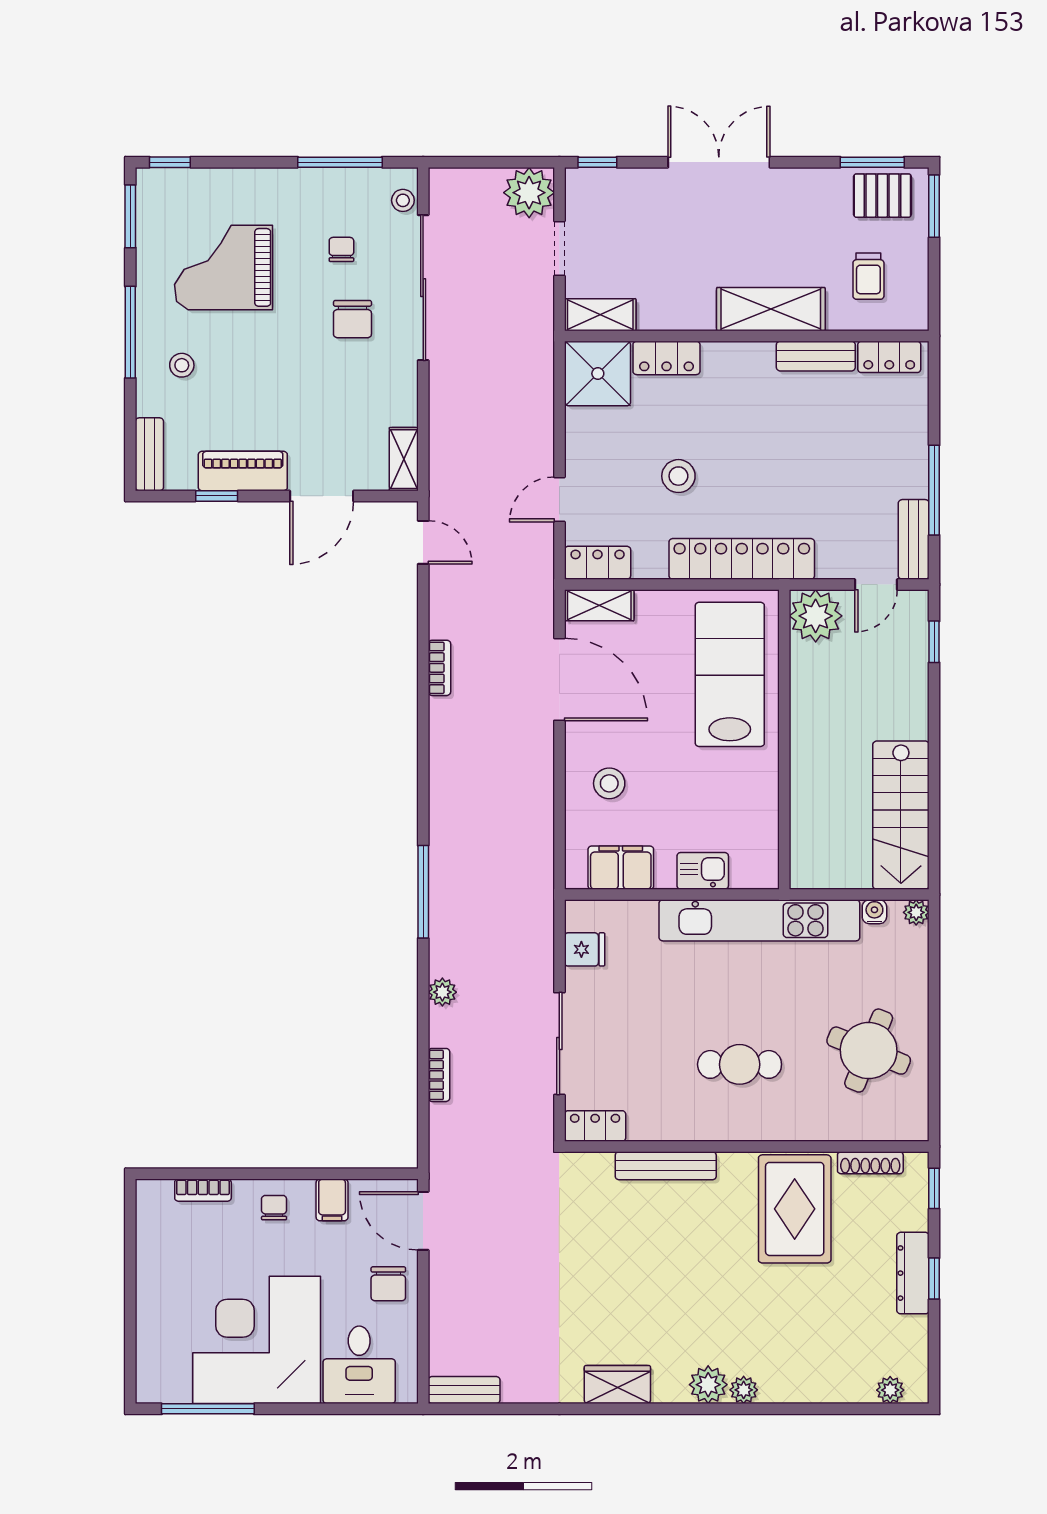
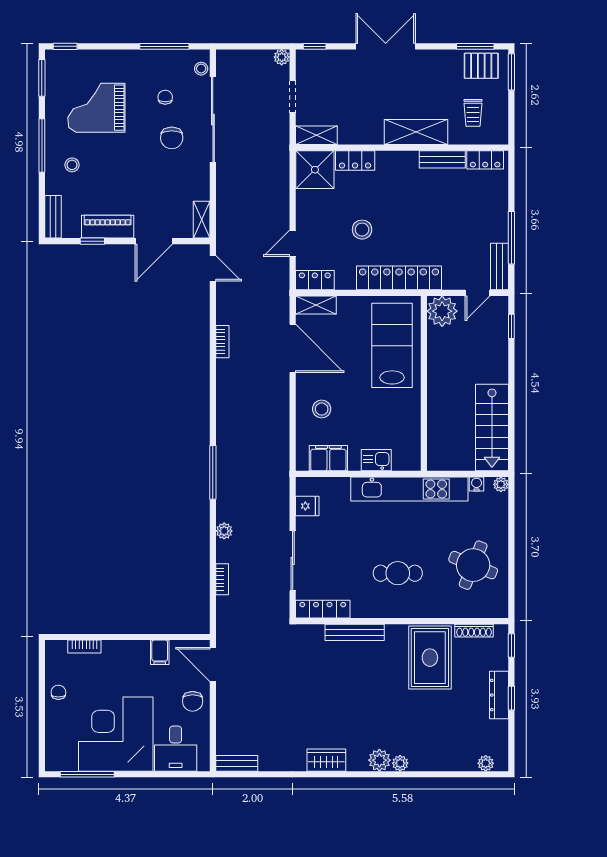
plant: (529, 193) -> (282, 57), width x0.53, depth x0.53
locker: (595, 1126) -> (323, 609), width x1.53
chair: (274, 1208) -> (58, 692), moved

